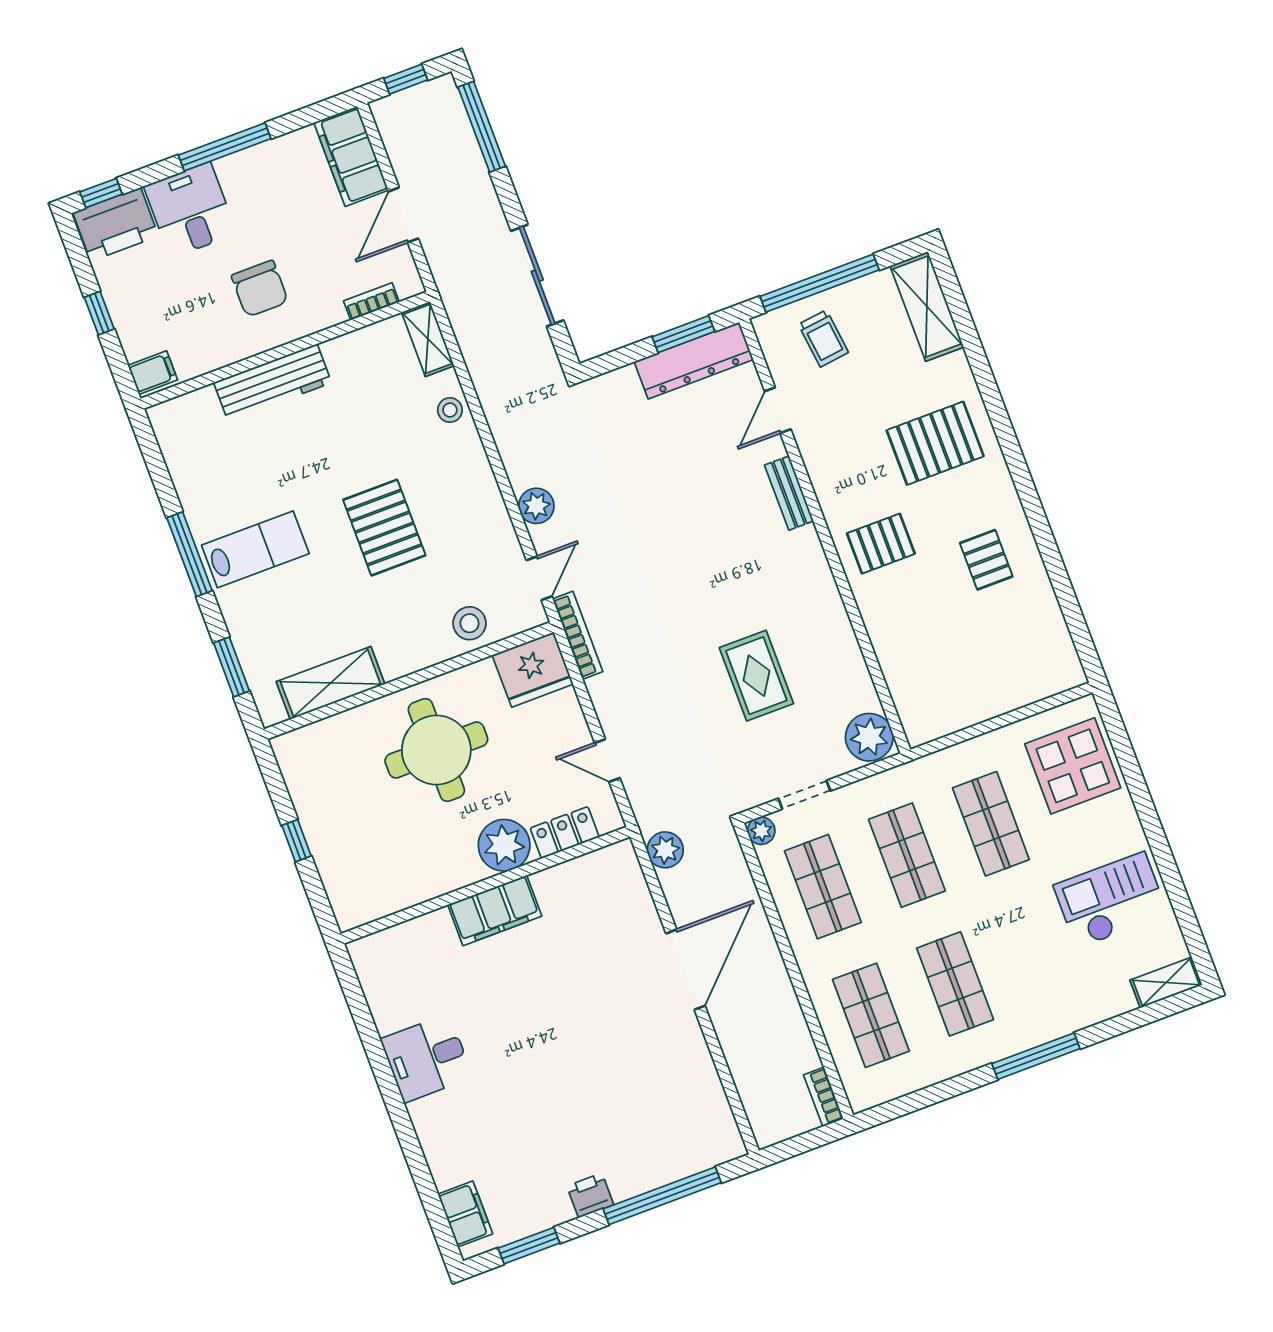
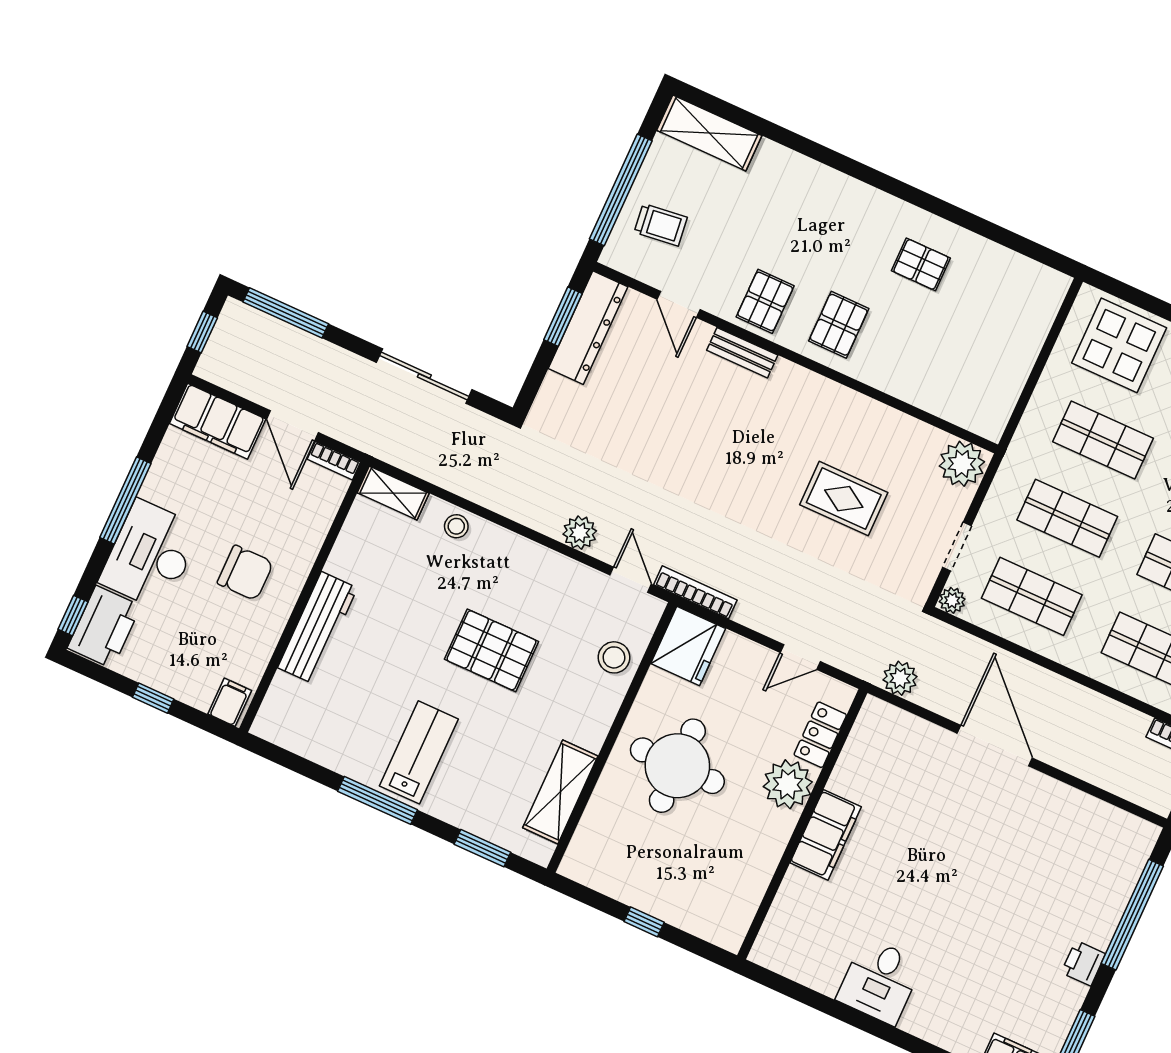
desk: (190, 210) -> (150, 555), width x1.37
bookcase: (371, 301) -> (334, 461), moved, turned -90
pallet: (935, 443) -> (765, 301), moved, width x0.67, depth x0.71

